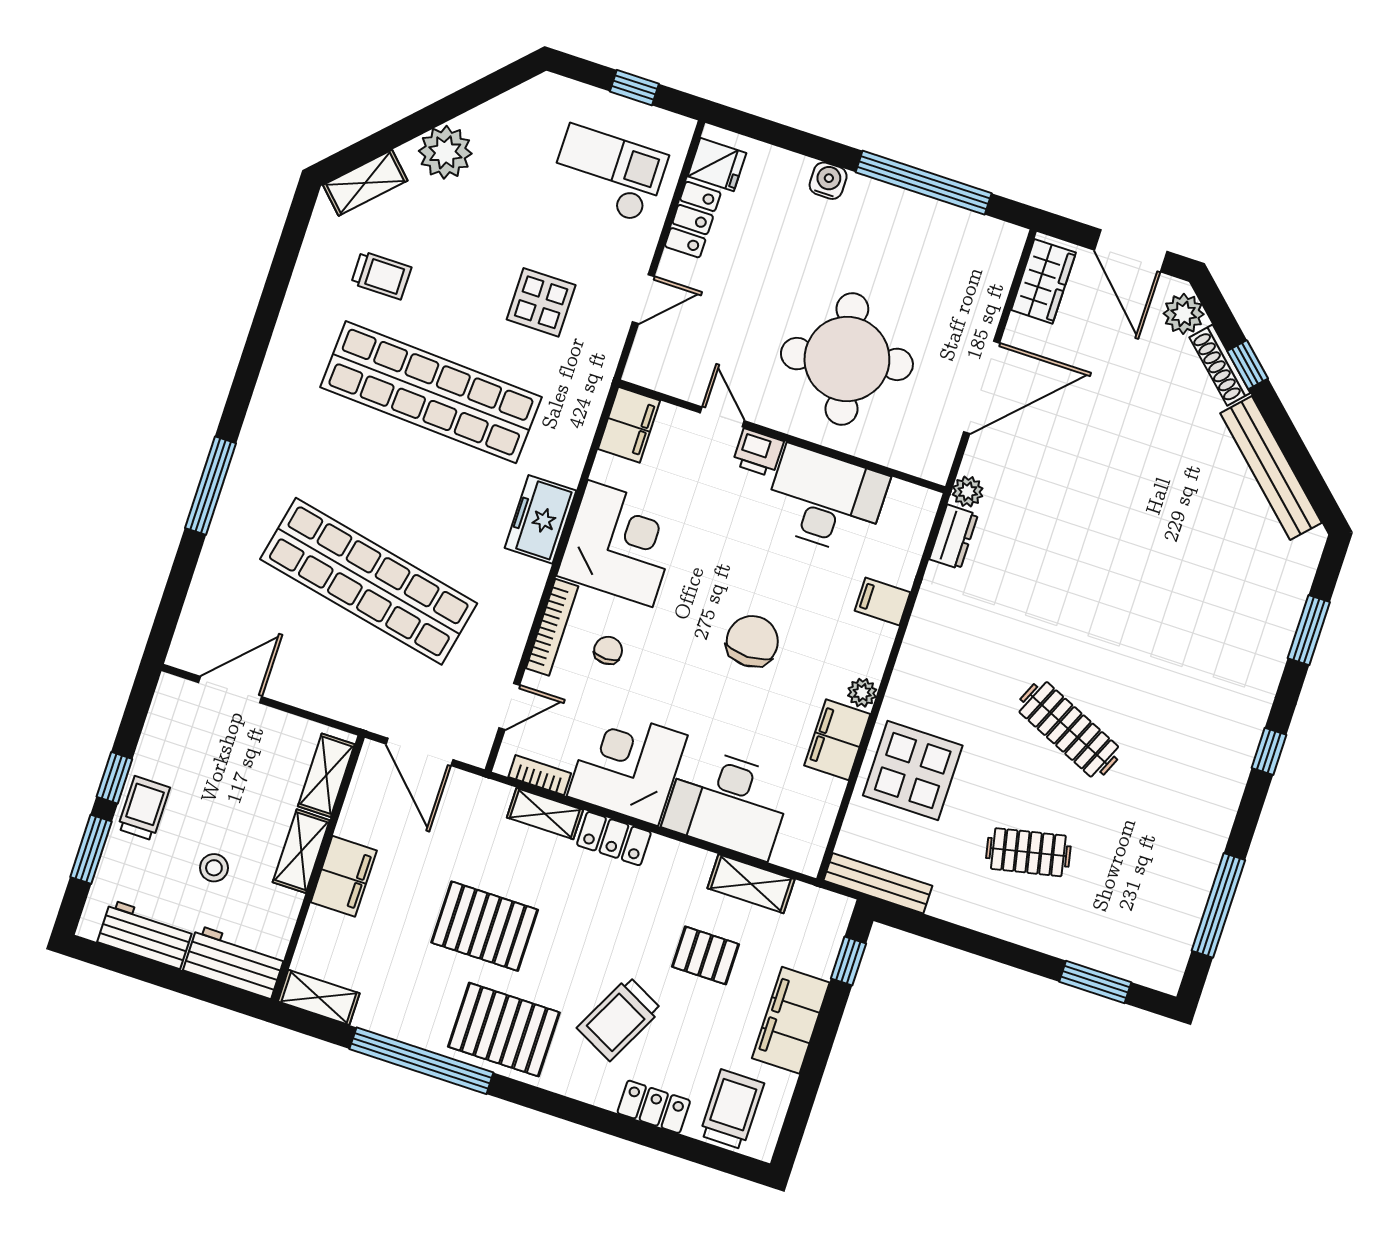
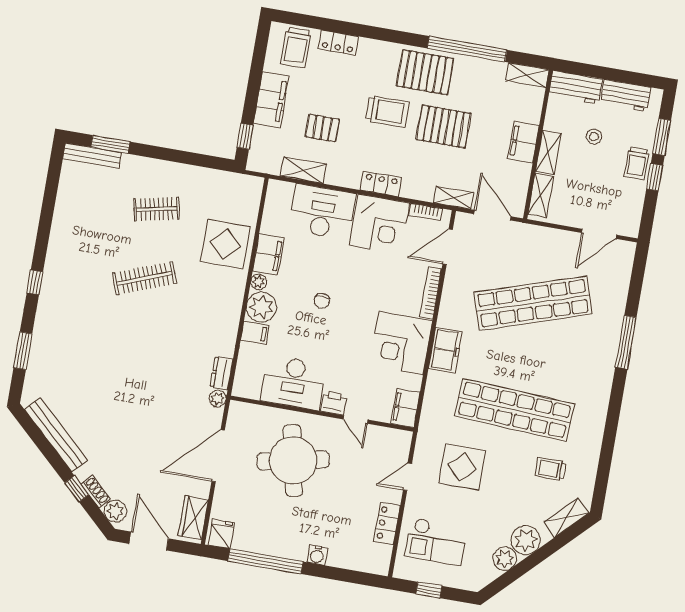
plant: (488, 124) -> (505, 559), added
fridge: (717, 165) -> (221, 534), moved, turned 90
display table: (541, 302) -> (462, 467), width x1.36, depth x1.36
shoe rack: (1220, 365) -> (96, 491), width x0.70
shop shelf: (369, 581) -> (533, 303), turned -30
chair: (752, 641) -> (322, 301), width x0.54, depth x0.54
plant: (864, 646) -> (261, 307), added
chair: (608, 650) -> (399, 285), removed
door: (509, 706) -> (448, 247), width x1.38
clothes rail: (1069, 729) -> (144, 278), turned -45
shelving: (545, 814) -> (453, 198), moved
bench: (878, 883) -> (92, 156), moved
window: (1218, 905) -> (50, 195), removed
trolley: (619, 1019) -> (387, 111), moved, turned 63

